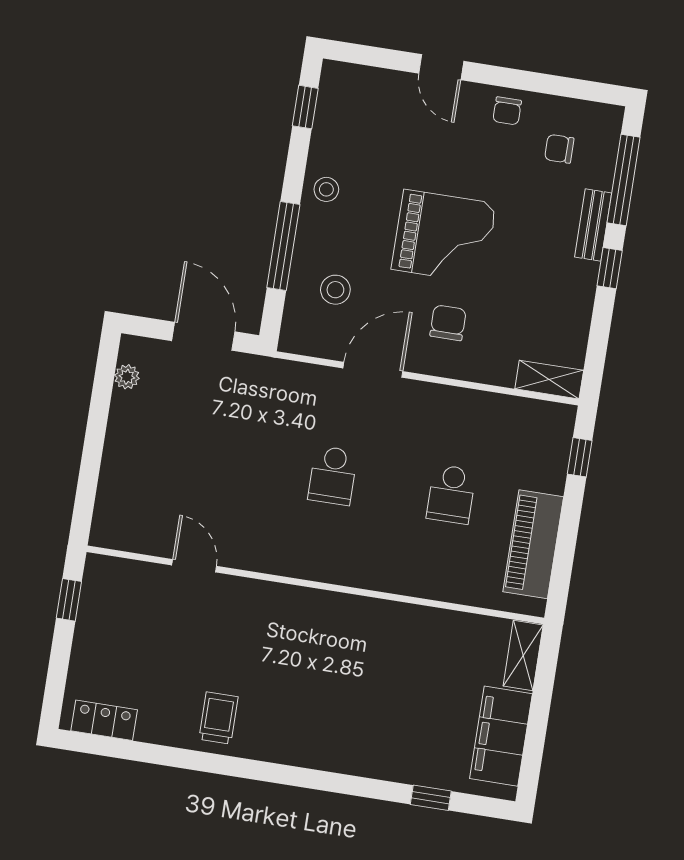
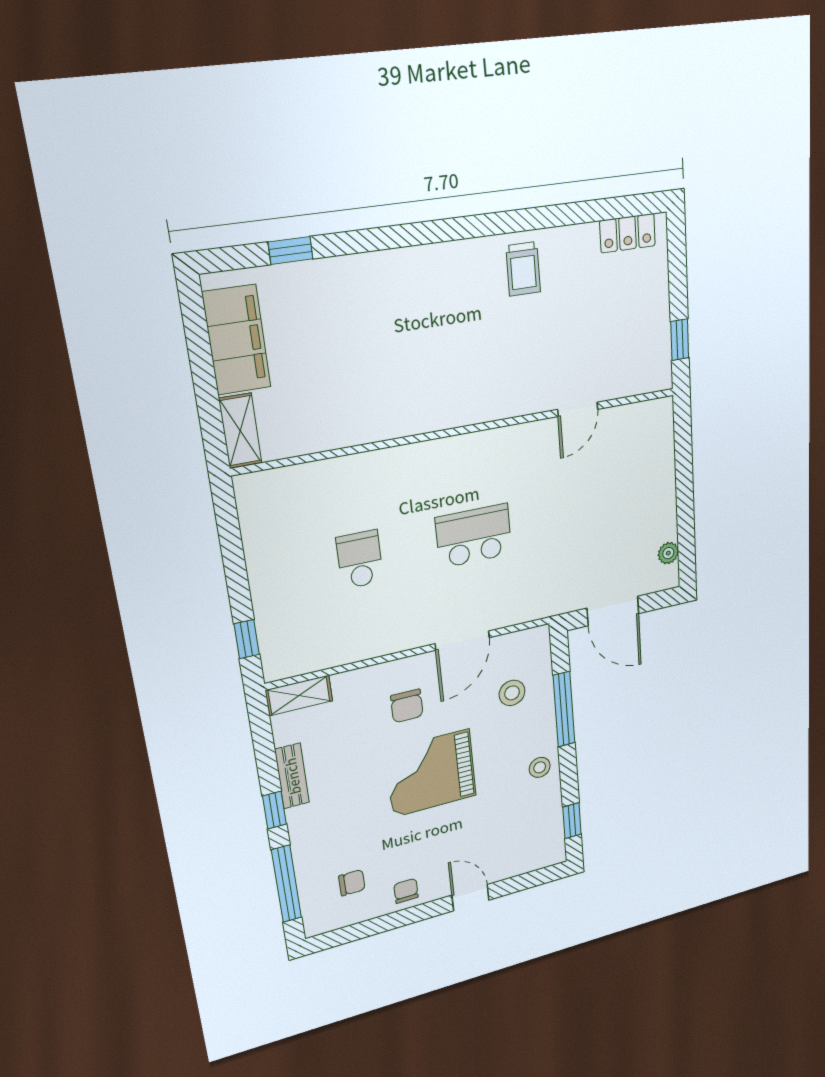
bench: (593, 225) -> (292, 776), moved
school desk: (333, 476) -> (474, 536), width x1.85
piano: (533, 544) -> (266, 543), removed
door: (194, 566) -> (578, 409), hinge flipped

